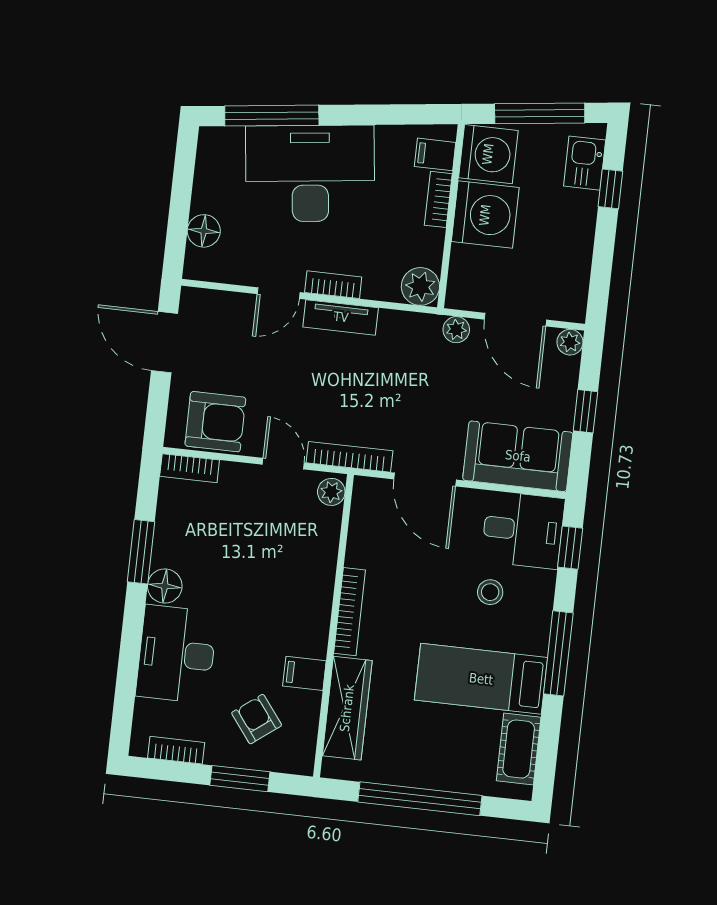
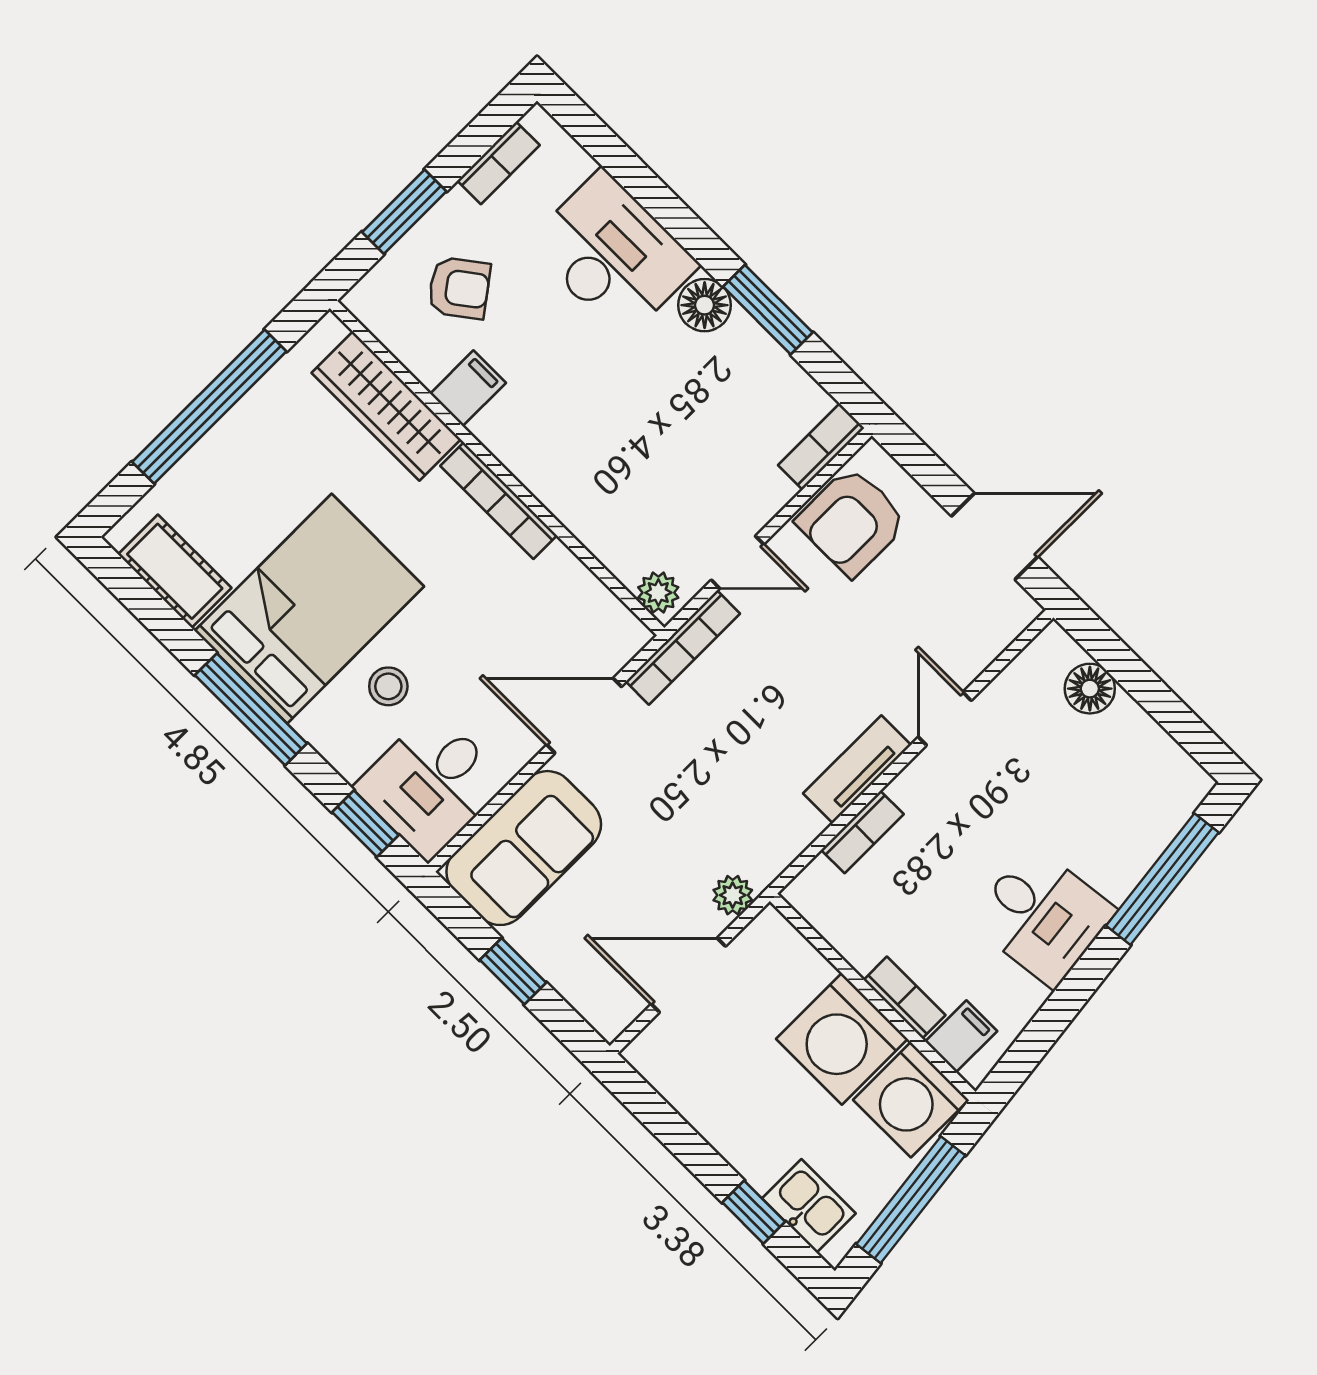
desk: (310, 173) -> (1042, 916), width x0.53, depth x0.77
bookcase: (333, 285) -> (862, 832), moved
plant: (420, 286) -> (818, 894), removed
plant: (570, 342) -> (610, 1018), removed
bed: (481, 679) -> (309, 609), width x1.50

